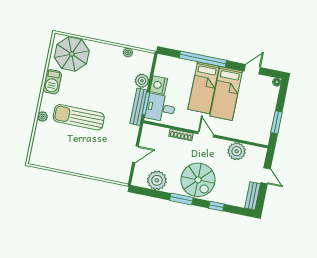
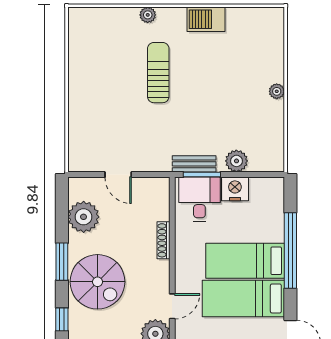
plant: (128, 52) -> (277, 91), moved
parasol: (72, 54) -> (256, 41), removed
bench: (138, 107) -> (194, 164), width x0.73
sun lounger: (79, 117) -> (158, 73), width x0.73, depth x0.75
door: (206, 134) -> (172, 306), moved
spiral stairs: (198, 180) -> (98, 282), turned -90

